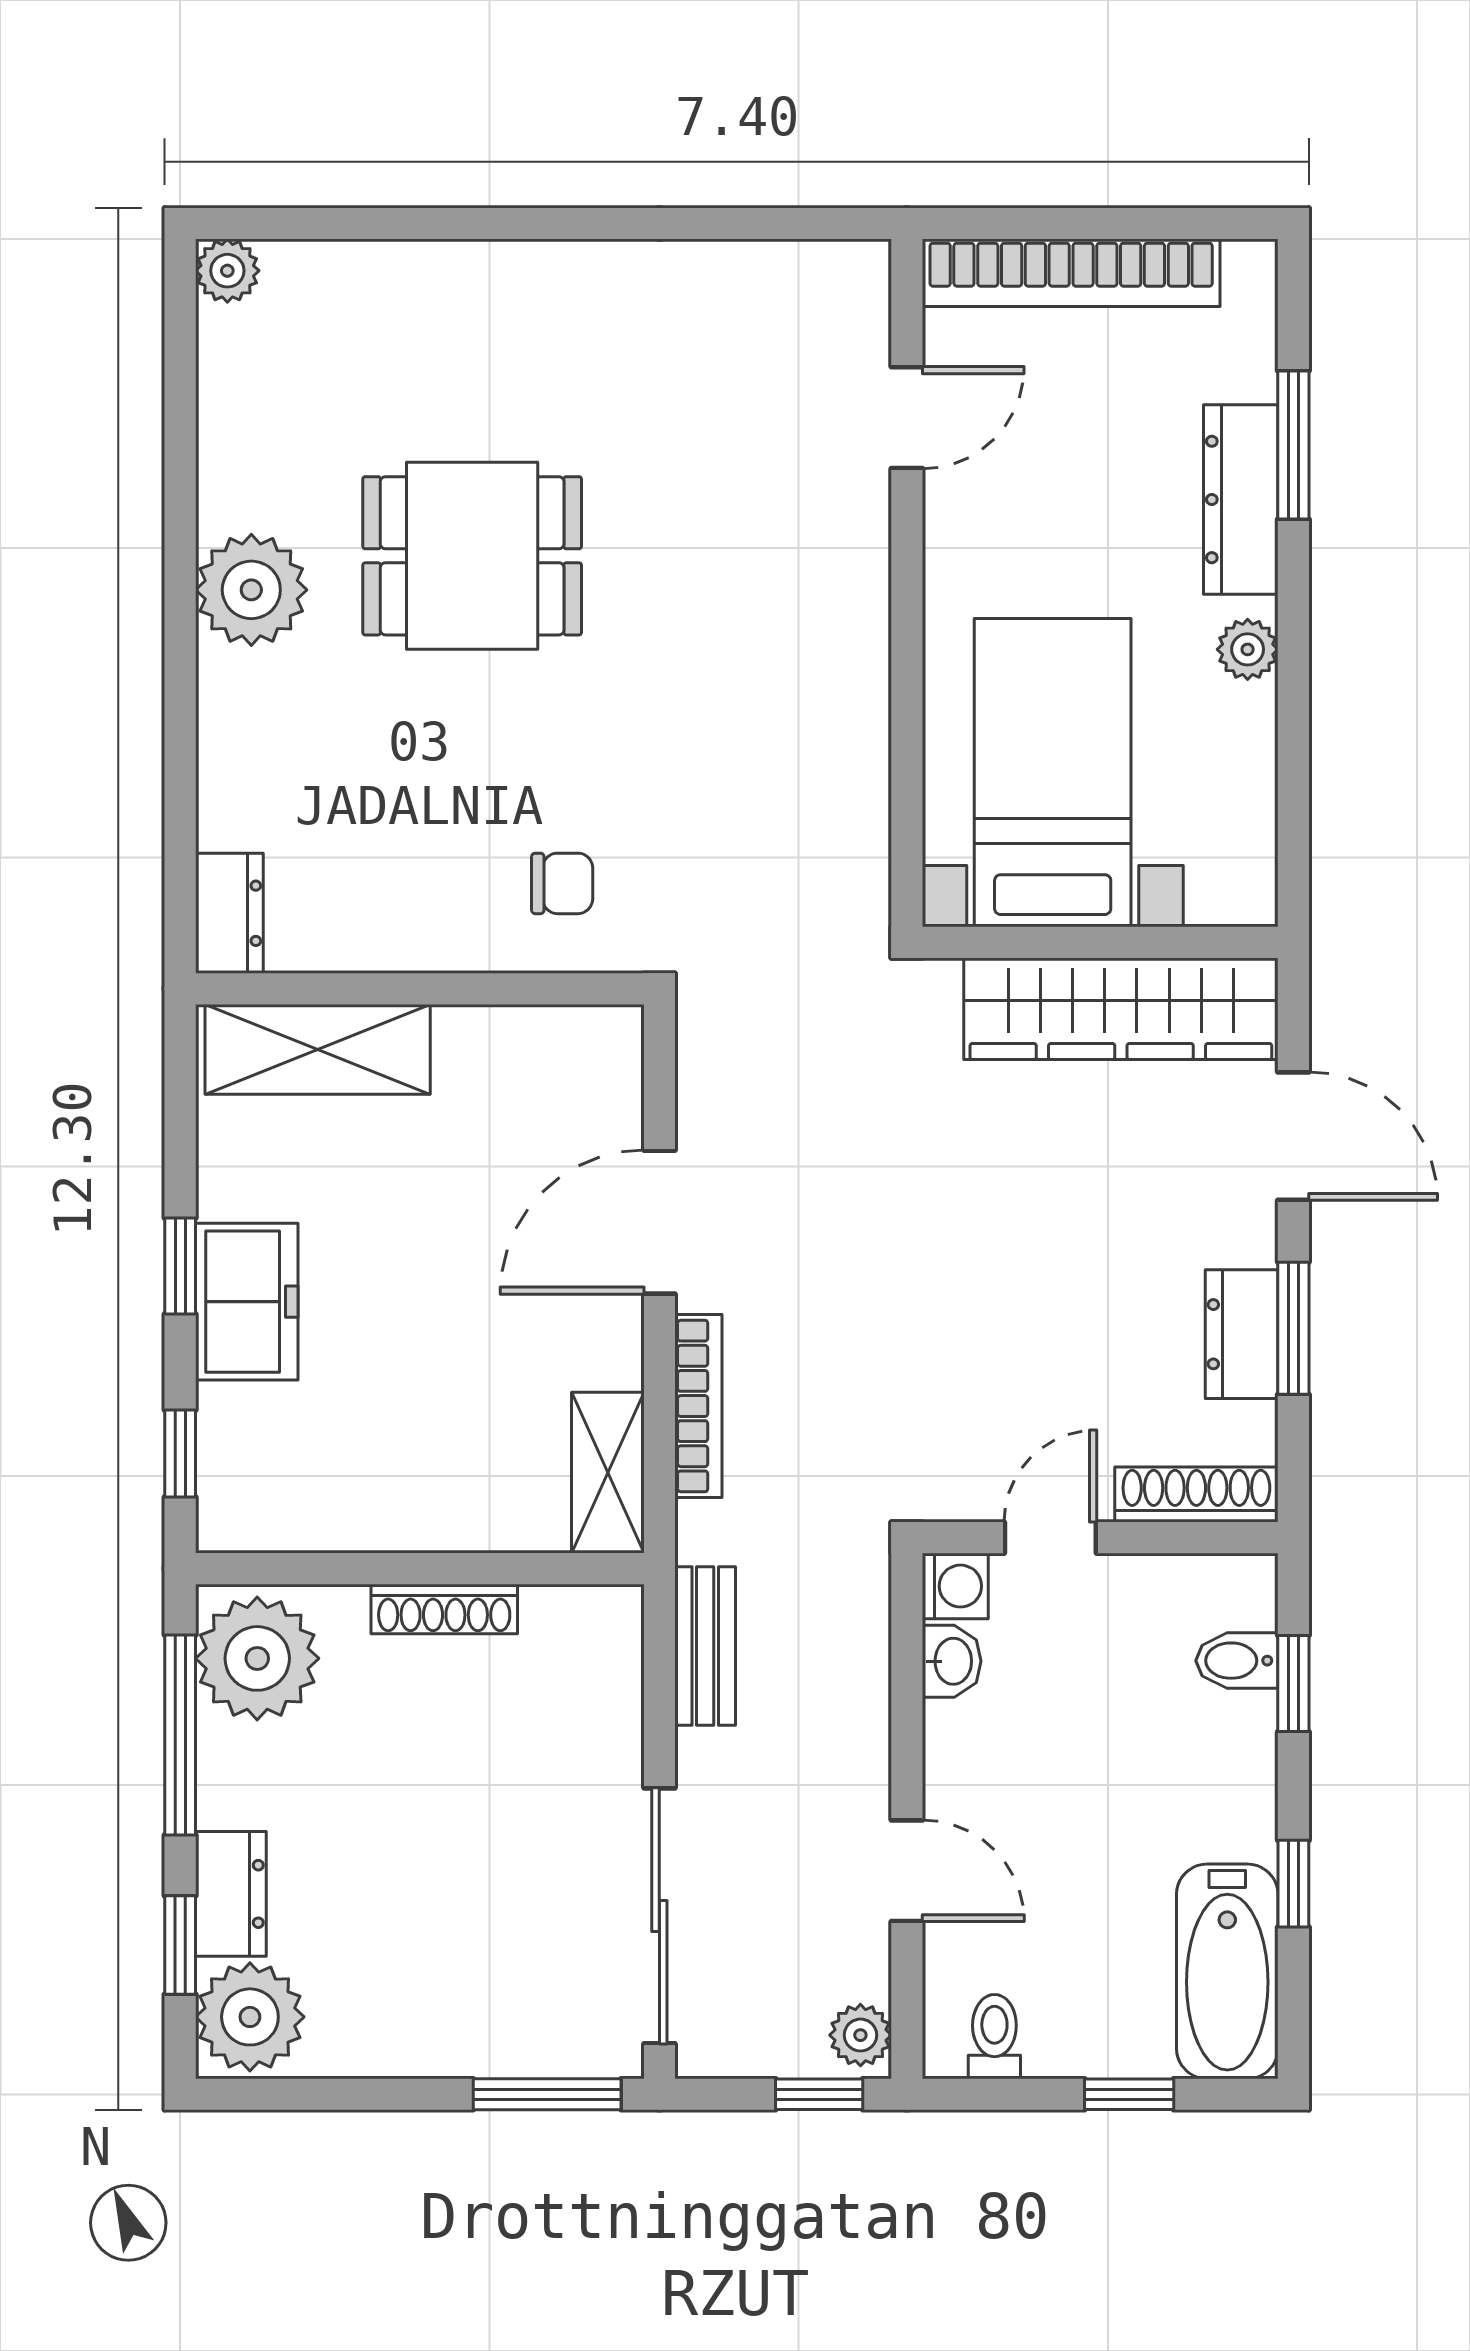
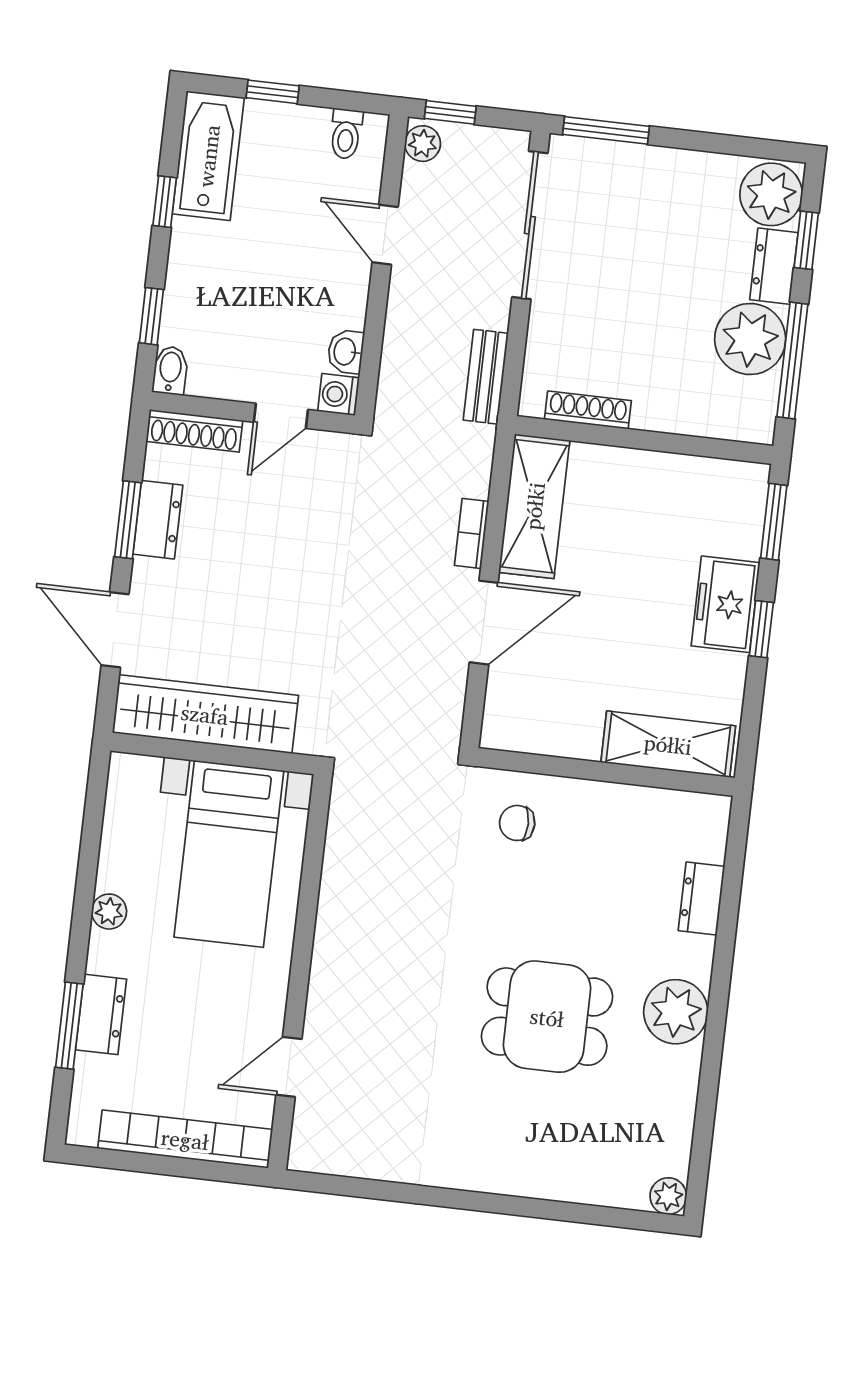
dresser: (1241, 499) -> (101, 1014), width x0.70
dresser: (229, 913) -> (702, 899), moved
bookcase: (698, 1406) -> (472, 533), width x0.64
window: (180, 1453) -> (774, 522), width x1.50
shelving: (608, 1473) -> (534, 506), width x1.50, depth x1.33
shoe rack: (444, 1609) -> (588, 410), moved
plant: (257, 1658) -> (750, 339), moved
bidet: (1237, 1661) -> (170, 370), moved, turned -90

